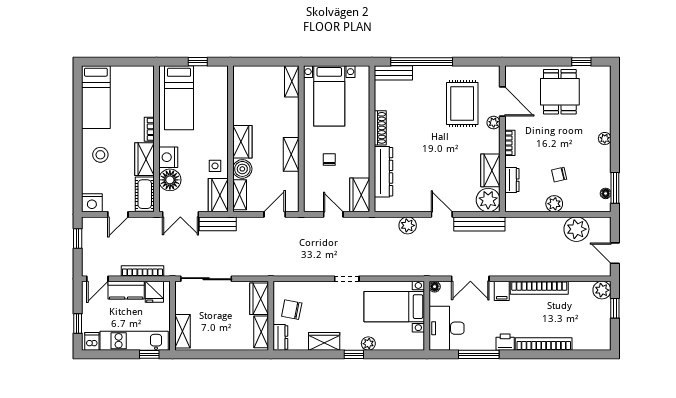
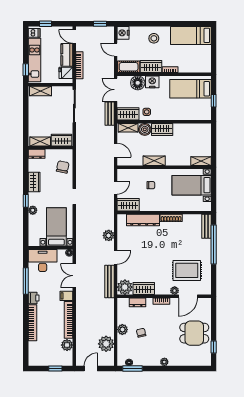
plant: (602, 290) -> (67, 345), moved
chair: (292, 310) -> (63, 167), moved

